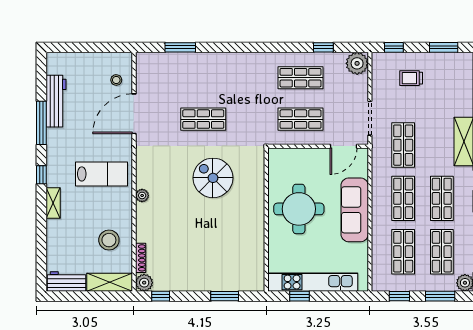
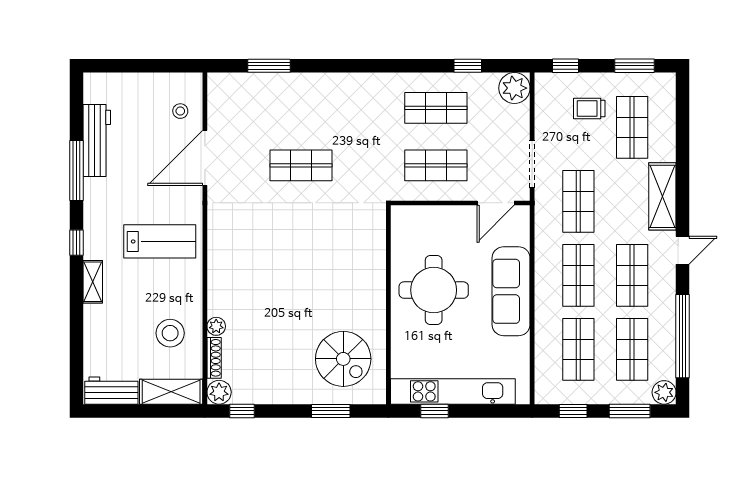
shop shelf: (442, 92) -> (632, 127), added
spiral stairs: (213, 178) -> (343, 359), moved, turned 180
plant: (142, 195) -> (216, 326), moved

